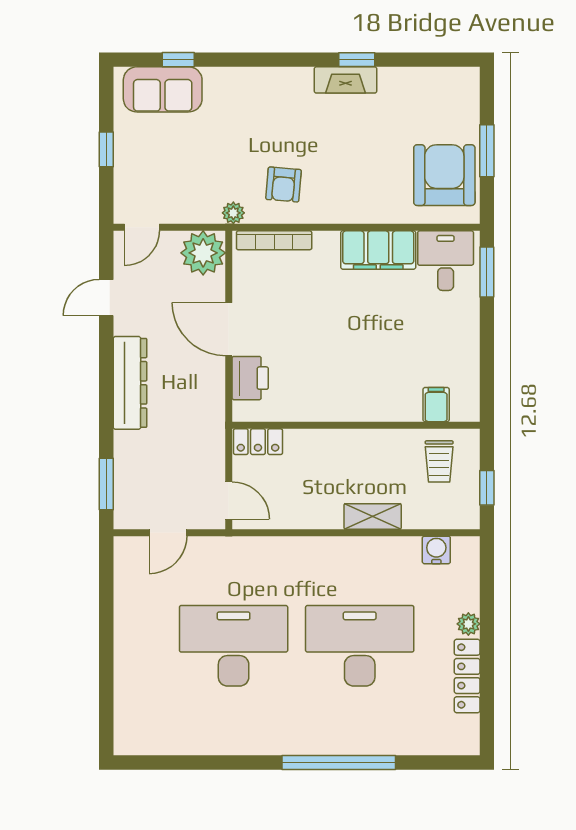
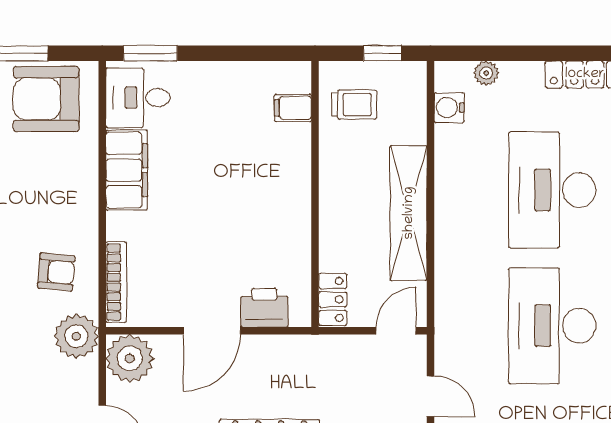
plant: (233, 213) -> (76, 336), width x1.87, depth x1.87
shelving: (373, 516) -> (409, 213), width x2.20, depth x1.33
plant: (468, 624) -> (486, 73), moved

